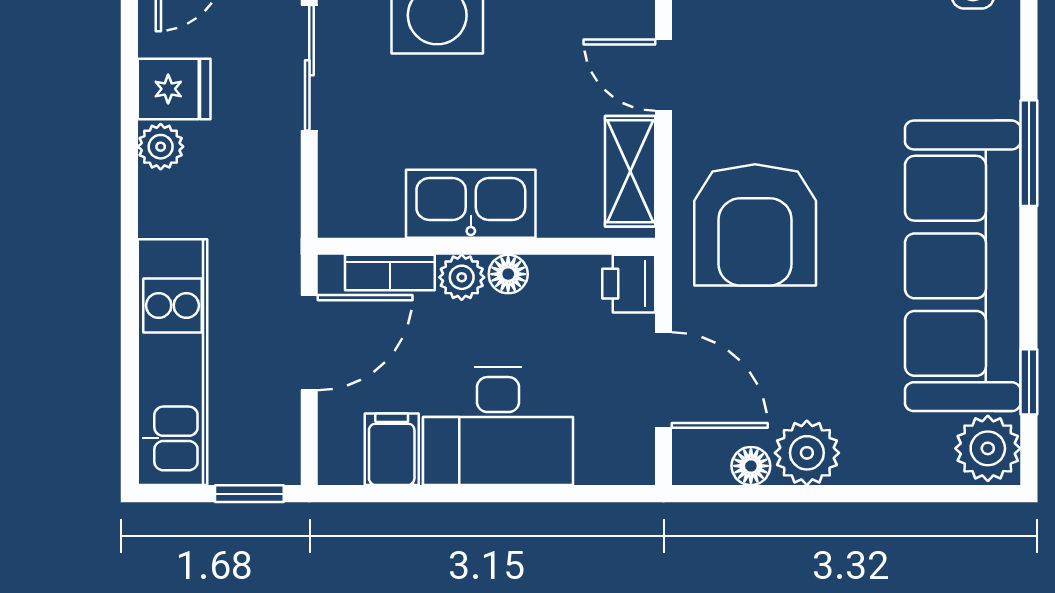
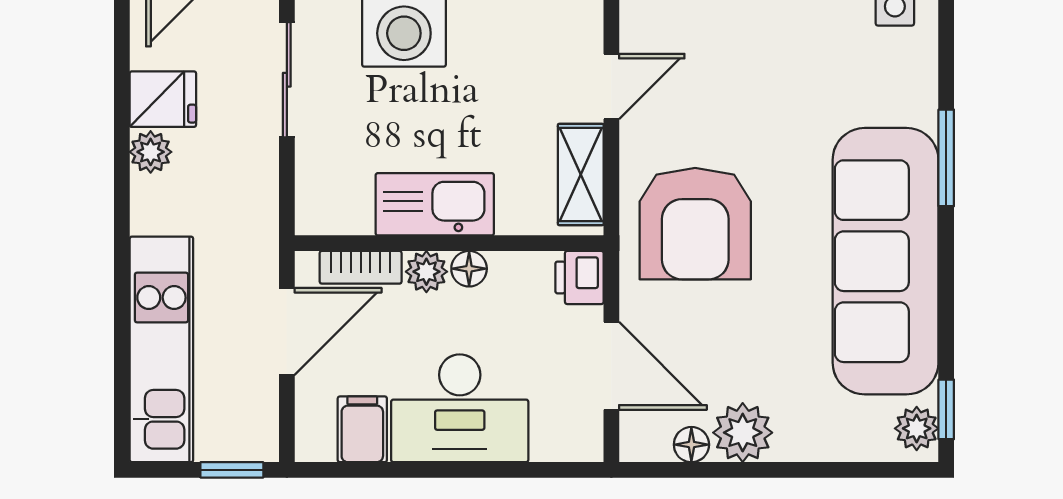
door: (663, 75) -> (611, 86), swing flipped
window: (1029, 382) -> (946, 409), moved
plant: (988, 448) -> (917, 428), width x0.73, depth x0.73

